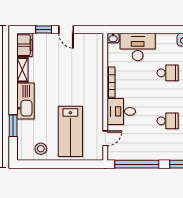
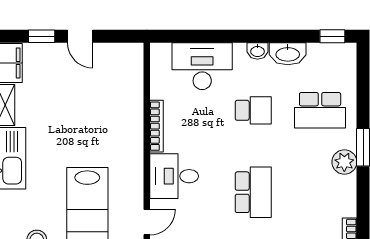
washbasin: (113, 38) -> (257, 51), moved
school desk: (168, 121) -> (253, 192), width x1.85

